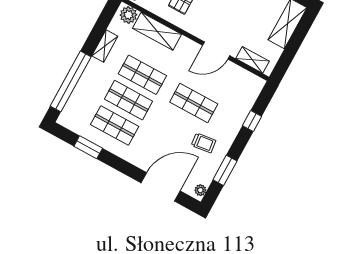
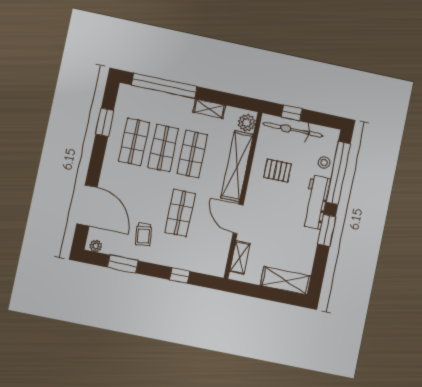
shelving: (157, 31) -> (237, 166), width x1.47

